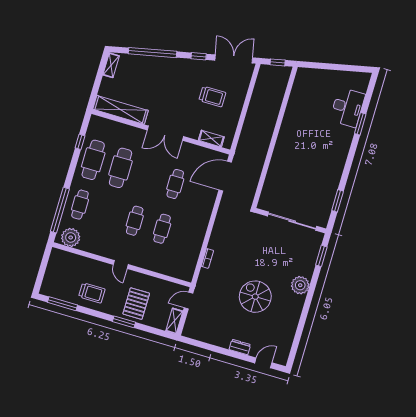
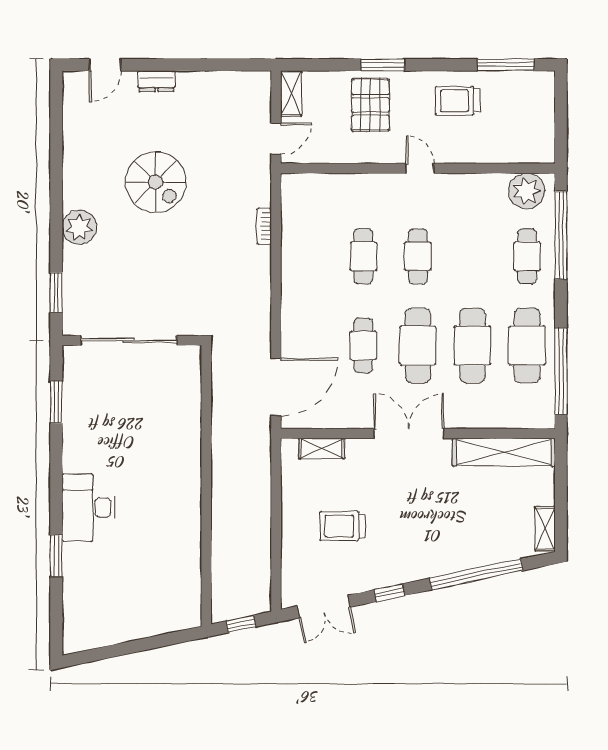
double door: (234, 59) -> (324, 607), width x0.73
desk: (348, 107) -> (89, 508), moved
window: (80, 142) -> (561, 371), width x3.17
cafe table: (148, 176) -> (418, 346), added

